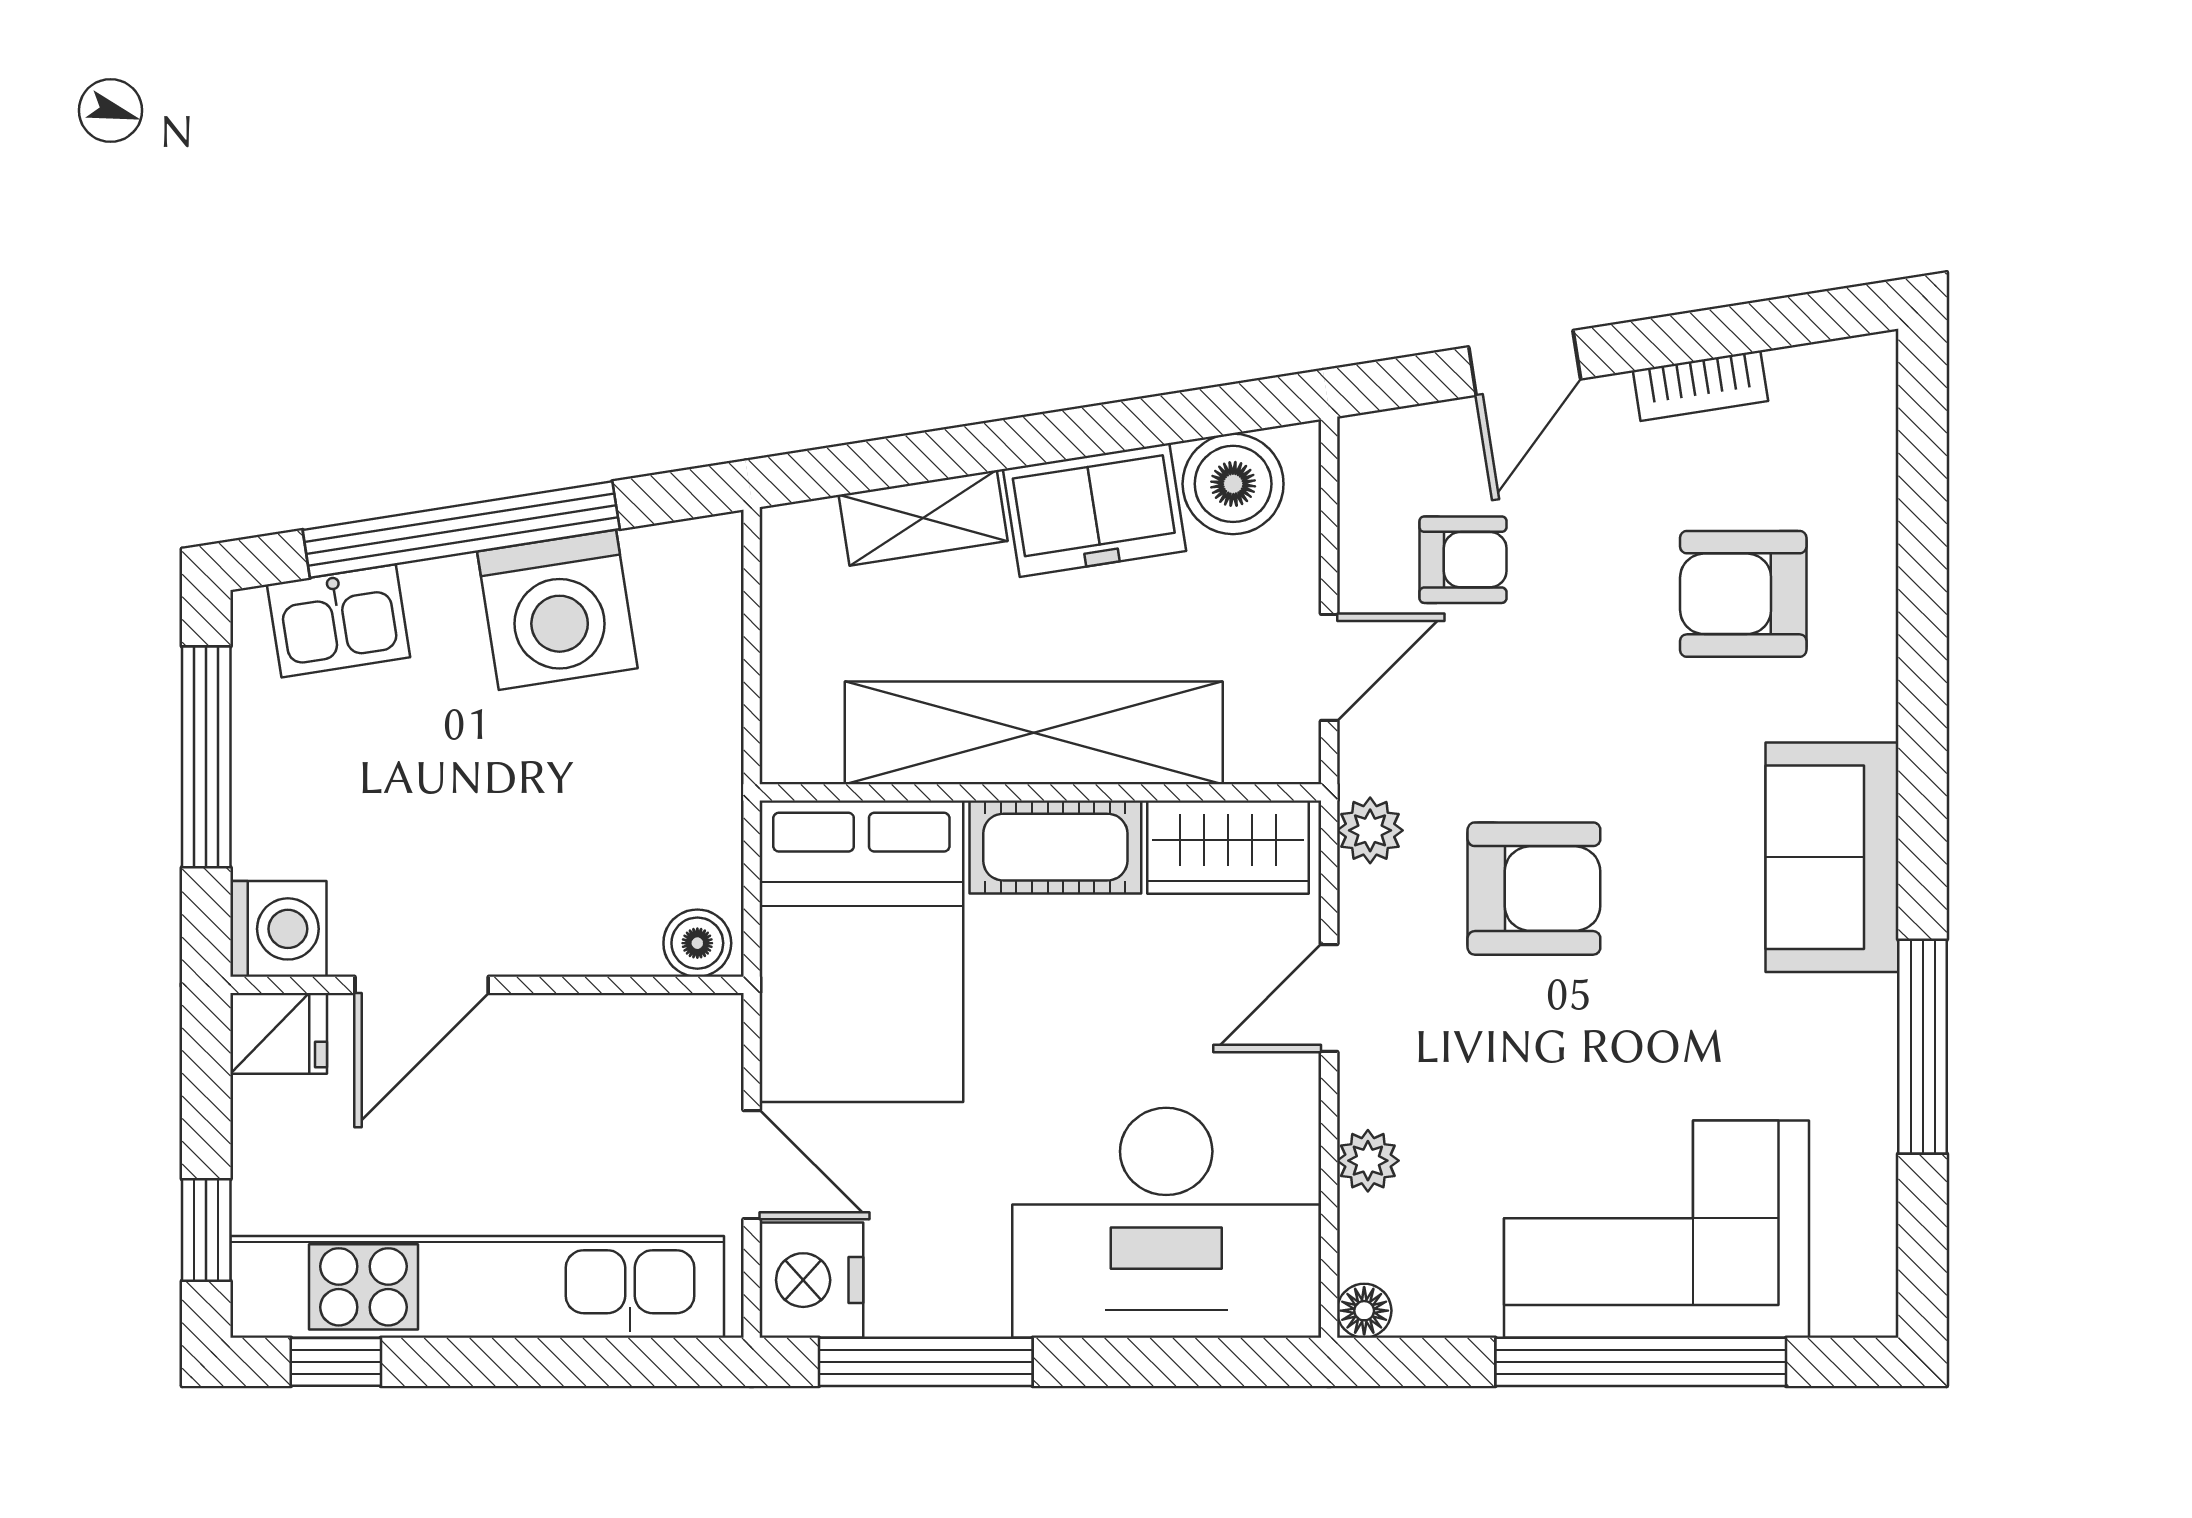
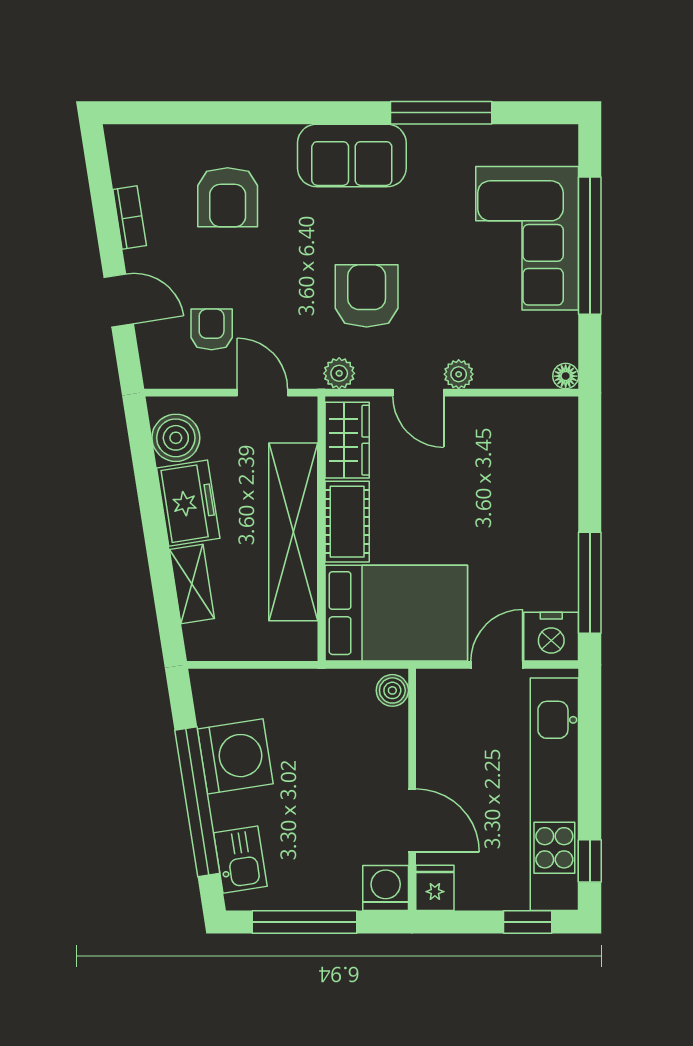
plant: (1368, 1161) -> (459, 374), moved
desk: (1166, 1223) -> (524, 469), removed

